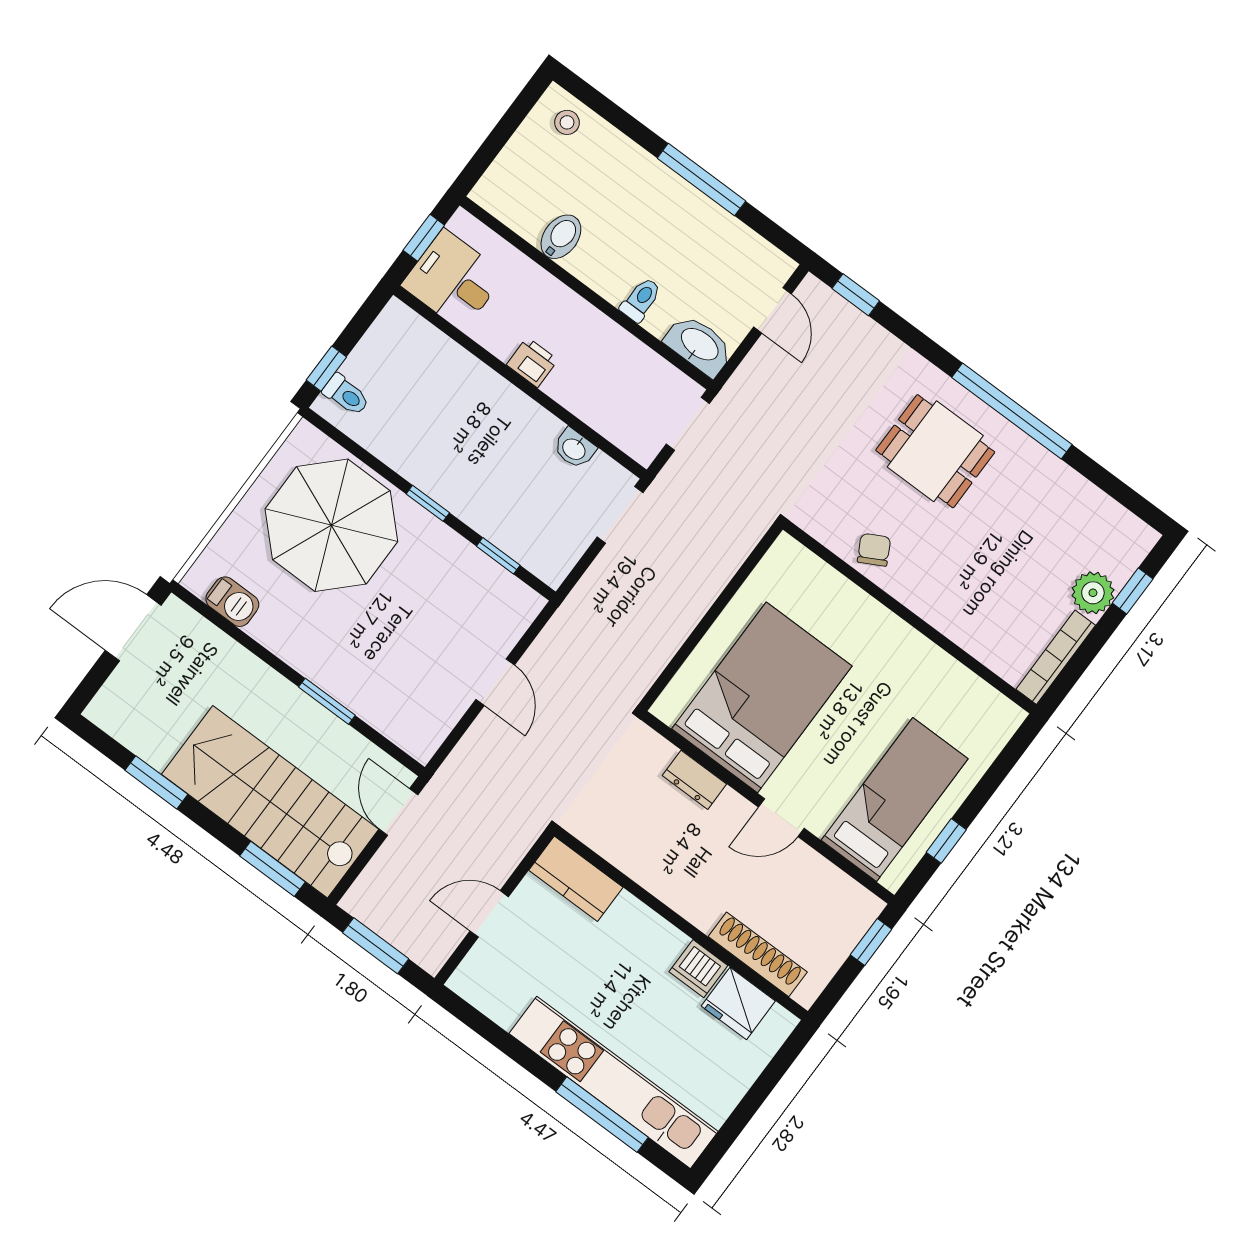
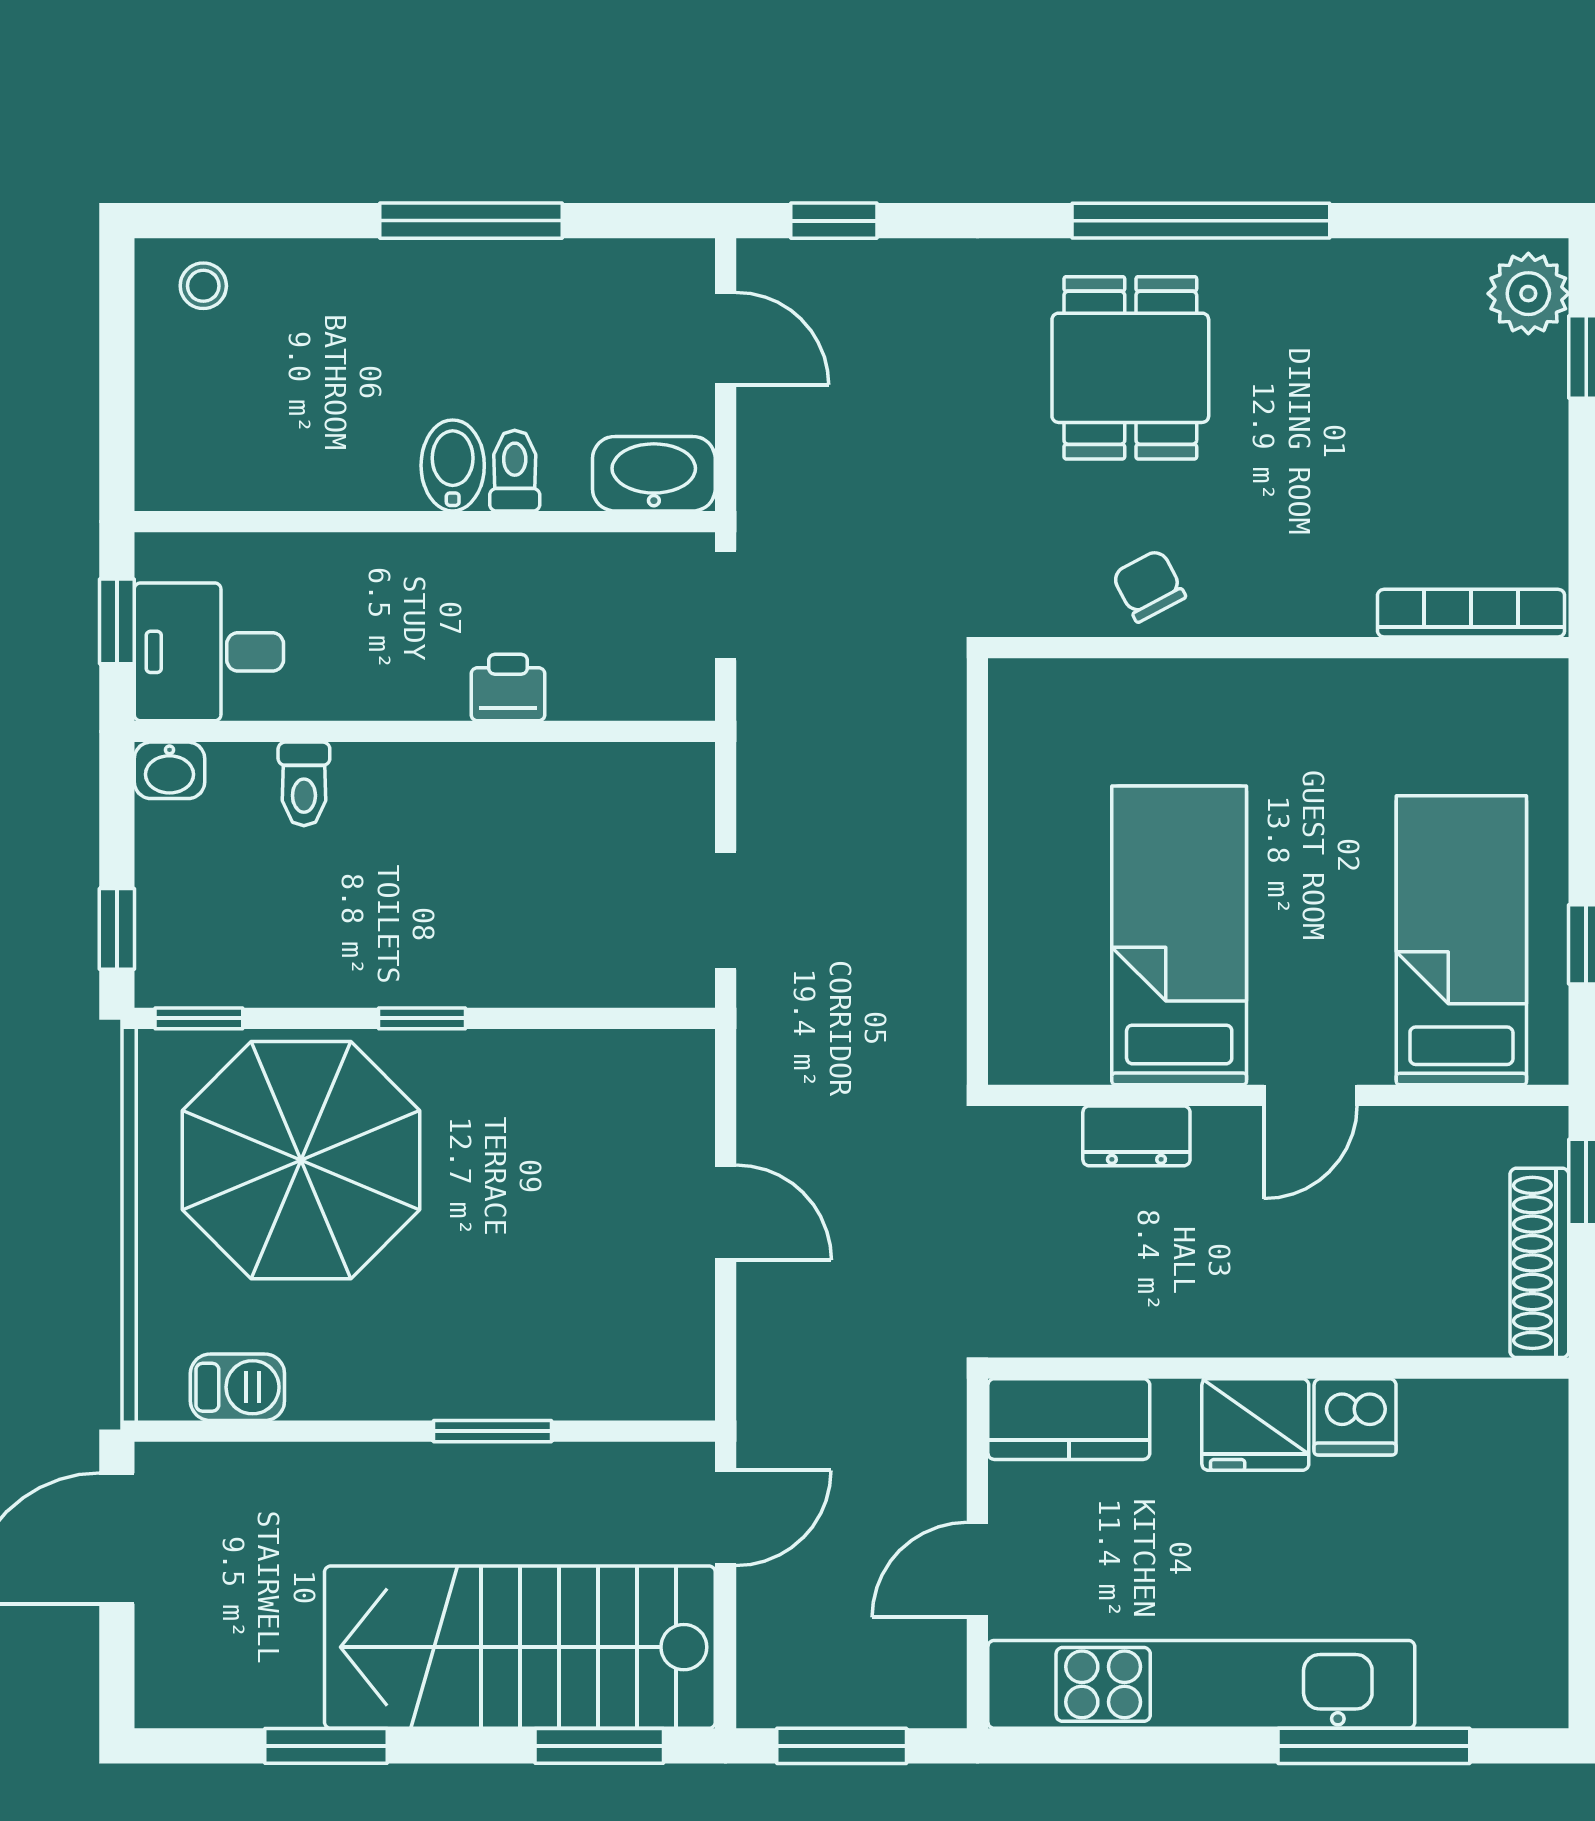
bidet: (561, 237) -> (453, 465), moved
printer: (532, 362) -> (508, 688), moved
toilet: (346, 395) -> (304, 784), moved, turned 90
washbasin: (574, 448) -> (169, 770), moved
dining table: (935, 451) -> (1130, 368), turned 90
doorway: (620, 515) -> (726, 910), moved
window: (498, 556) -> (199, 1018), moved
plant: (1093, 593) -> (1528, 294), moved
bookcase: (1056, 657) -> (1471, 613), moved, turned 90
bed: (762, 697) -> (1179, 935), width x0.67
door: (399, 812) -> (726, 1518), swing flipped
shoe rack: (758, 954) -> (1539, 1263), moved, turned -90
fridge: (738, 1003) -> (1255, 1425), moved
kitchen unit: (614, 1082) -> (1201, 1684), moved

